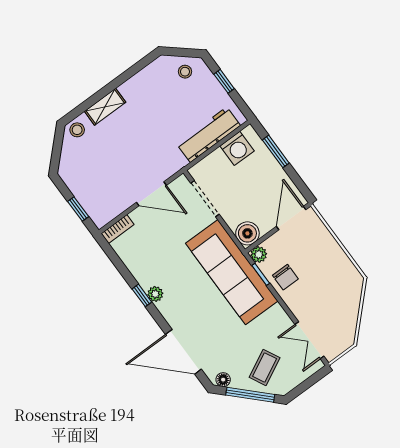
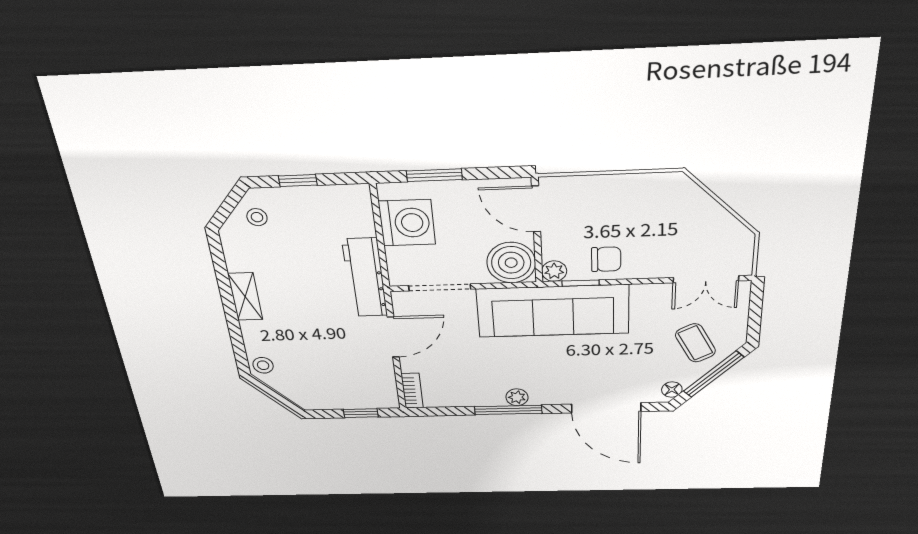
shelving: (105, 107) -> (245, 297), moved
workbench: (209, 135) -> (365, 278), moved
washing machine: (237, 148) -> (407, 223), width x1.37, depth x1.37
boiler: (247, 233) -> (511, 263), width x1.37, depth x1.37
window: (142, 295) -> (508, 410), width x2.17
door: (183, 352) -> (606, 408), hinge flipped

